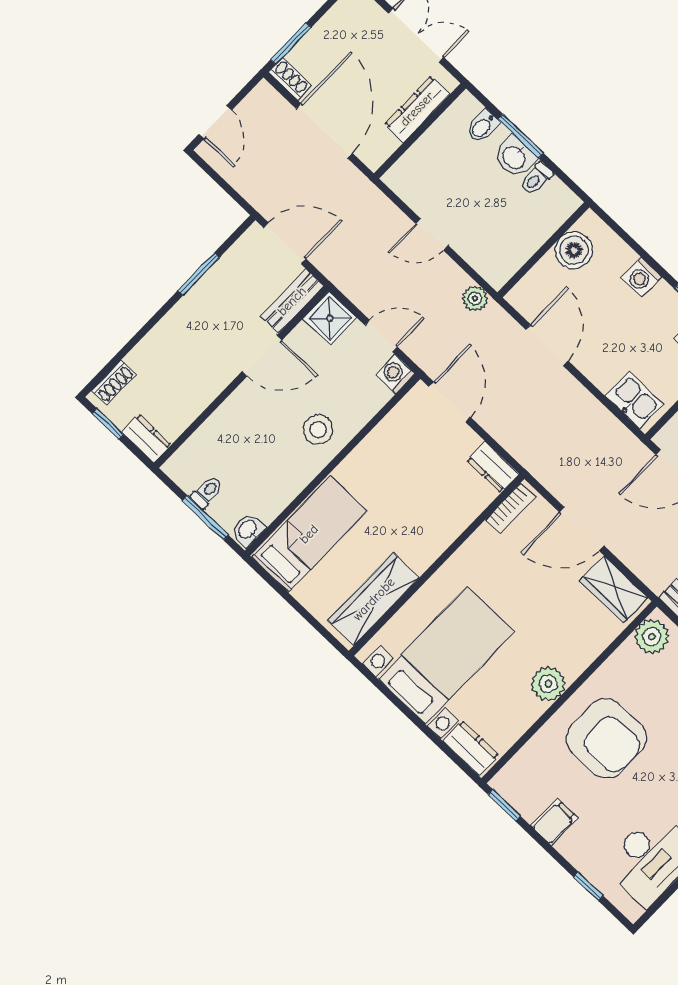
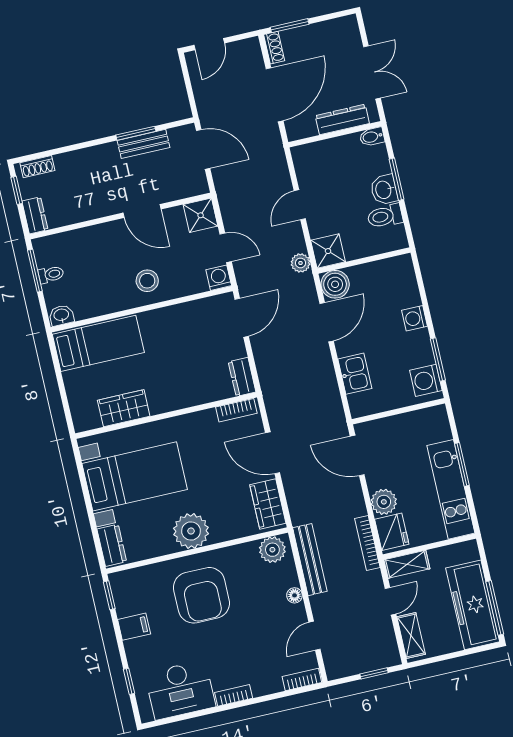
bidet: (483, 126) -> (372, 137), moved
toilet: (536, 178) -> (385, 216), width x1.37, depth x1.39
door: (432, 235) -> (300, 205), hinge flipped
boiler: (574, 250) -> (335, 284), moved
shower: (497, 265) -> (328, 251), added
bench: (292, 301) -> (143, 144), moved
kitchen sink: (634, 400) -> (355, 374), moved
window: (205, 518) -> (35, 271), moved
wardrobe: (374, 599) -> (124, 408), width x0.67
plant: (548, 684) -> (191, 531), width x1.36, depth x1.36

